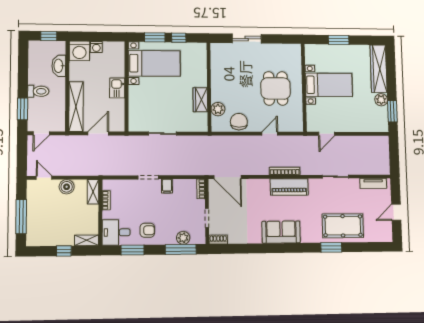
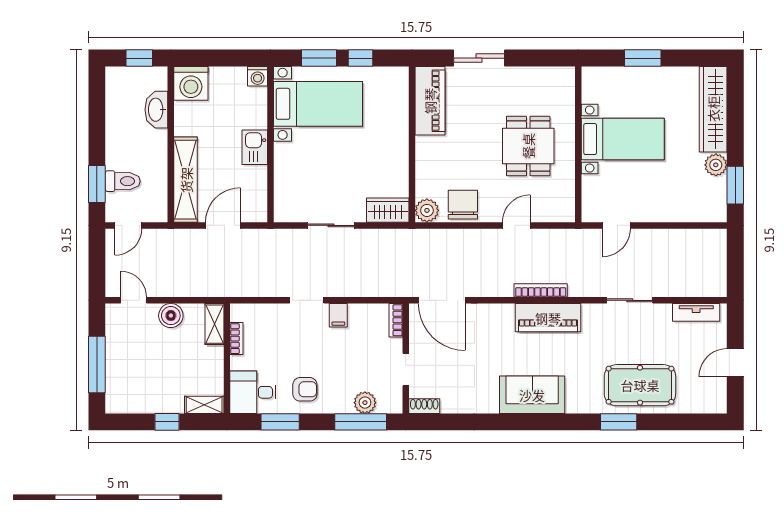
washing machine: (96, 47) -> (258, 76), moved
piano: (219, 62) -> (430, 101), added
toilet: (38, 91) -> (123, 181), moved
wardrobe: (200, 100) -> (388, 210), moved, turned 90
plant: (218, 109) -> (427, 210), moved

